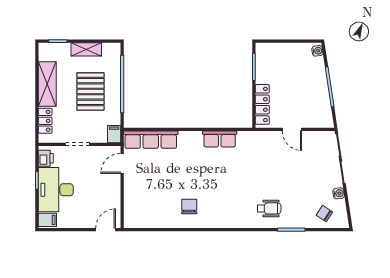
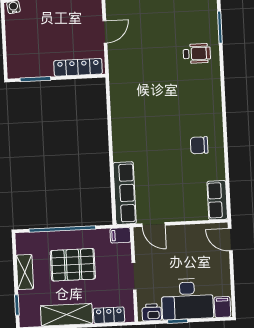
row of seats: (220, 139) -> (217, 200), moved, turned 180
wheelchair: (269, 208) -> (197, 54), turned 90

